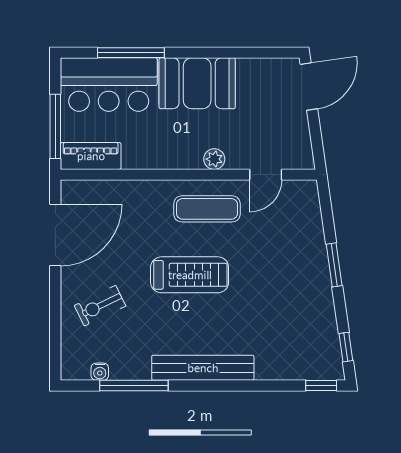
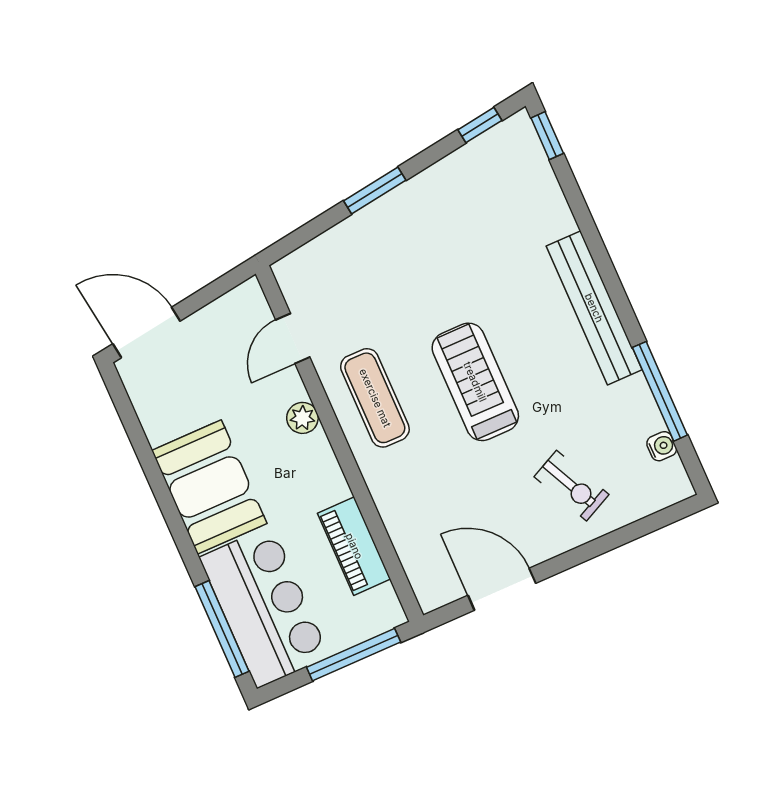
window: (131, 53) -> (222, 629), moved
piano: (91, 156) -> (354, 546), moved
door: (266, 175) -> (293, 338), swing flipped
door: (55, 235) -> (502, 589), width x0.73

